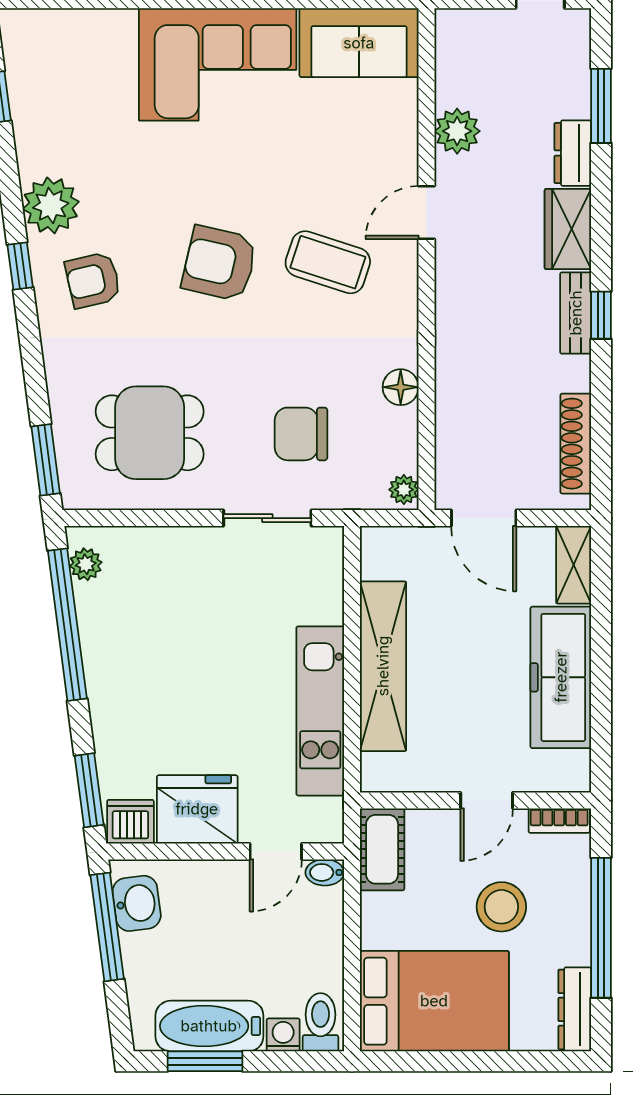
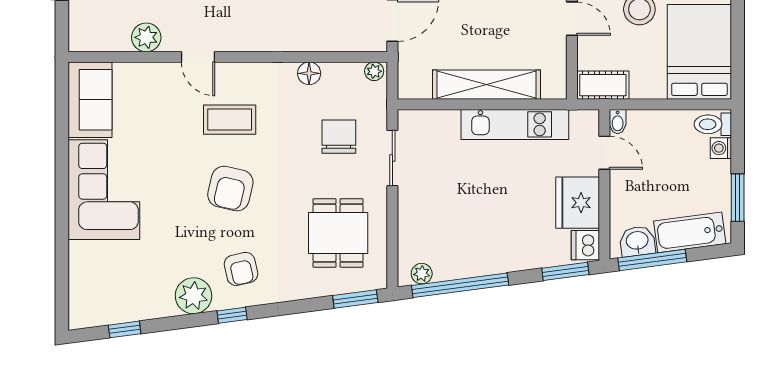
coffee table: (328, 262) -> (230, 120), turned 72
chair: (301, 434) -> (339, 137), turned 180
bathtub: (209, 1026) -> (690, 232), moved, turned 83

